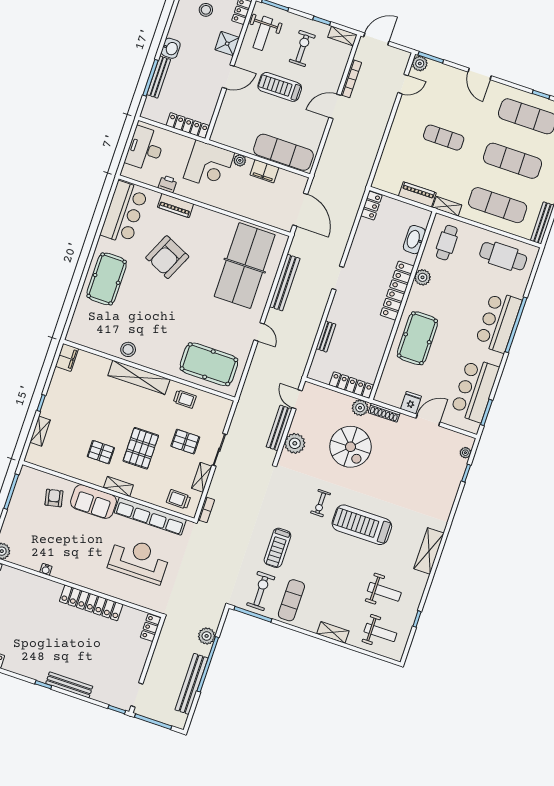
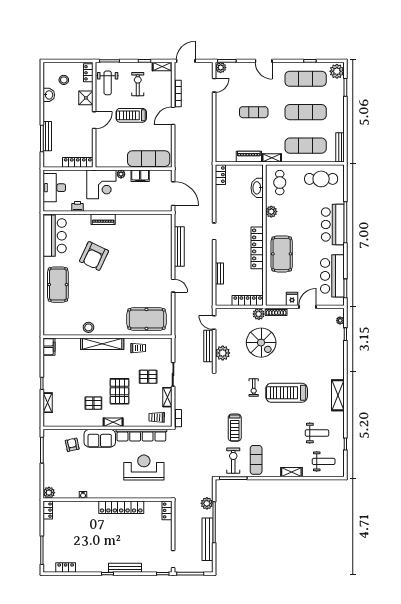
washbasin: (171, 48) -> (49, 95), moved
piano: (176, 206) -> (103, 219), moved
table tennis table: (245, 266) -> (148, 244), removed
locker: (397, 291) -> (257, 248), moved

